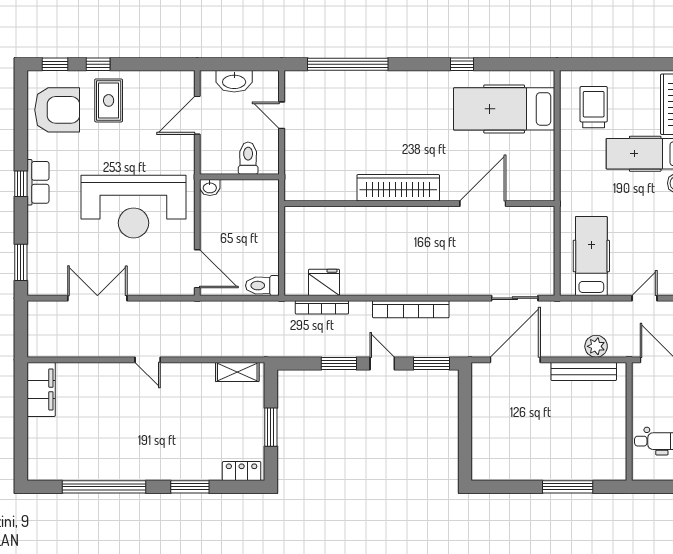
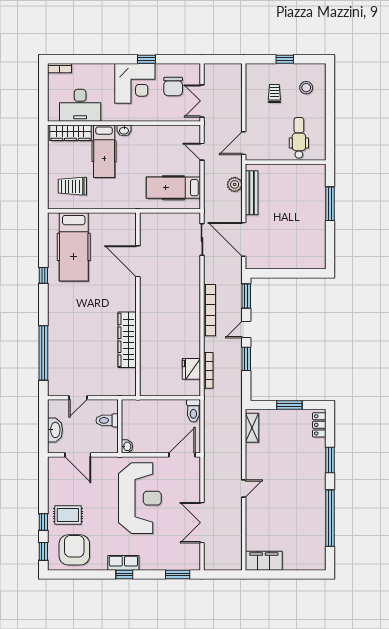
wardrobe: (398, 188) -> (127, 340), moved

